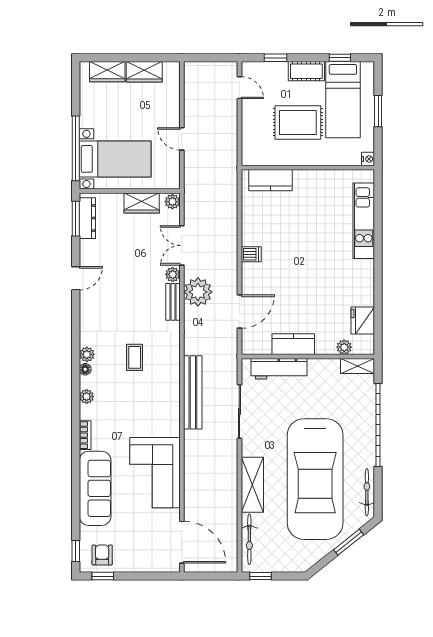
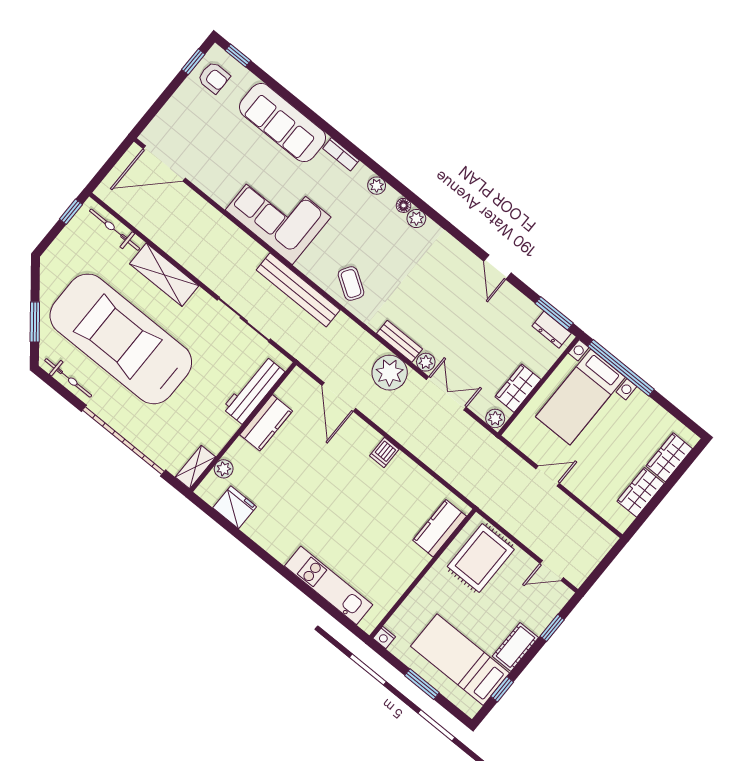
rug: (298, 122) -> (481, 558), moved
dresser: (87, 218) -> (552, 330), width x0.70
coffee table: (135, 357) -> (351, 284), moved, turned 33
corner sofa: (155, 473) -> (278, 214), moved

